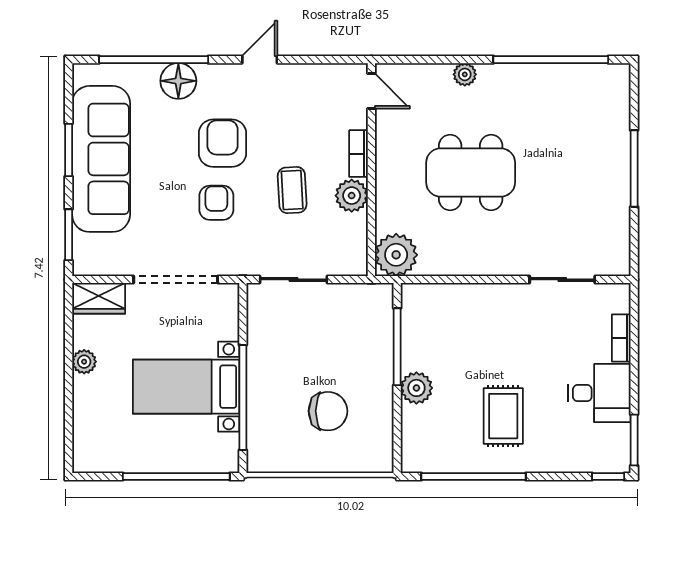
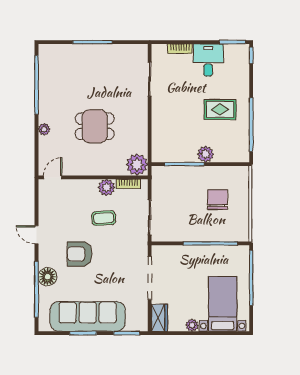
bookcase: (359, 154) -> (128, 184), moved
dining table: (471, 172) -> (95, 126), width x0.73
armchair: (216, 203) -> (110, 257), removed
bed with nightstands: (186, 387) -> (223, 304), moved, turned 180

